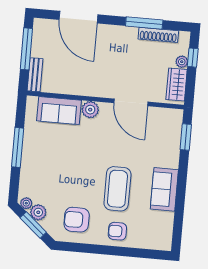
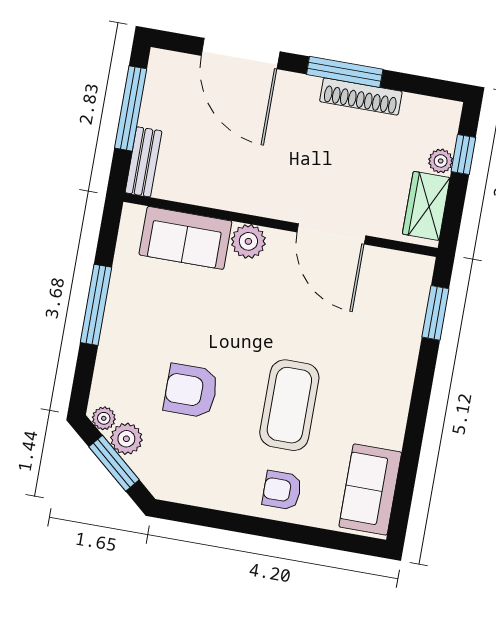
window: (144, 23) -> (345, 72), moved
shoe rack: (158, 35) -> (361, 96), moved
sofa: (164, 189) -> (370, 489), moved
armchair: (77, 220) -> (191, 391), moved

